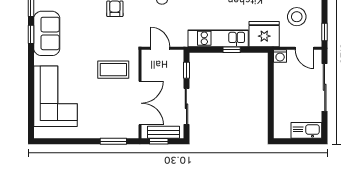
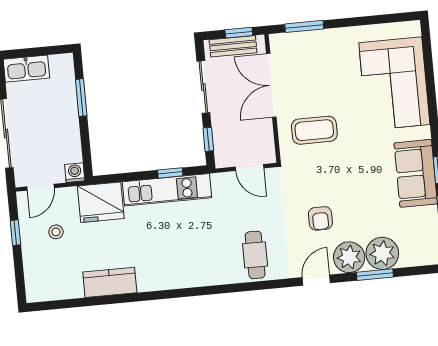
stool: (297, 17) -> (56, 232), width x0.53, depth x0.53
window: (325, 32) -> (15, 233), moved
door: (305, 48) -> (40, 187), swing flipped
window: (232, 50) -> (170, 173), moved
window: (271, 107) -> (81, 98), added

